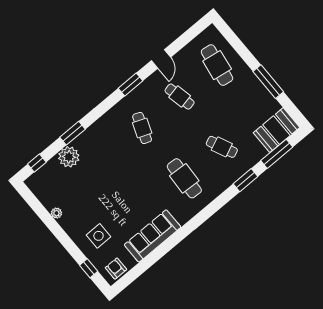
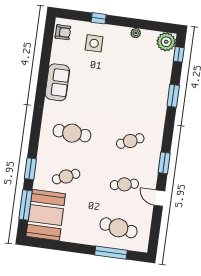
window: (268, 82) -> (111, 253), moved
cafe table: (142, 128) -> (130, 141), turned -45
booth: (277, 130) -> (46, 215), width x1.36, depth x1.42
plant: (69, 157) -> (166, 42), moved
sofa: (153, 236) -> (57, 82), width x0.73
window: (89, 268) -> (99, 18), moved

